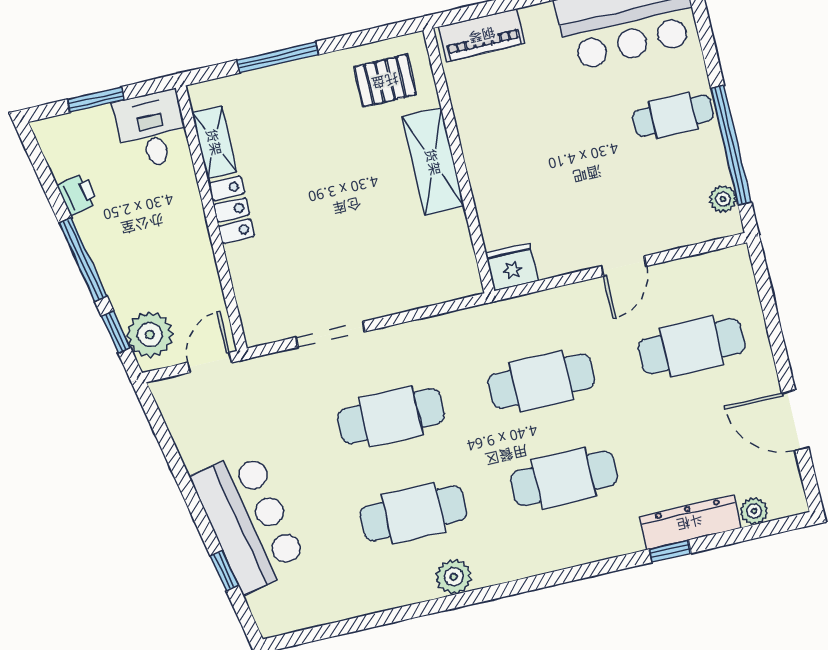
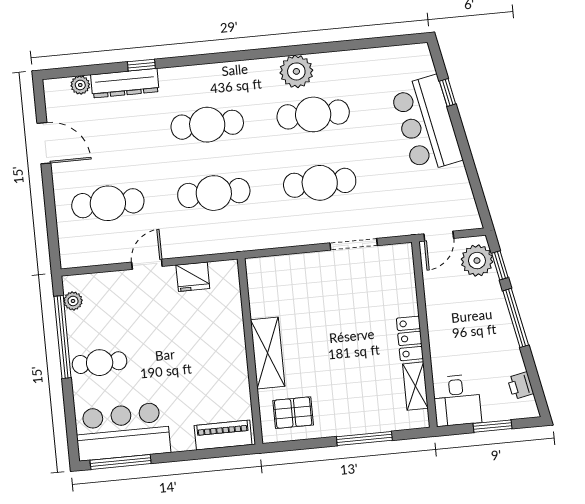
printer: (77, 194) -> (520, 386), moved
fridge: (512, 267) -> (193, 277), moved
plant: (454, 577) -> (296, 71), width x1.36, depth x1.36

